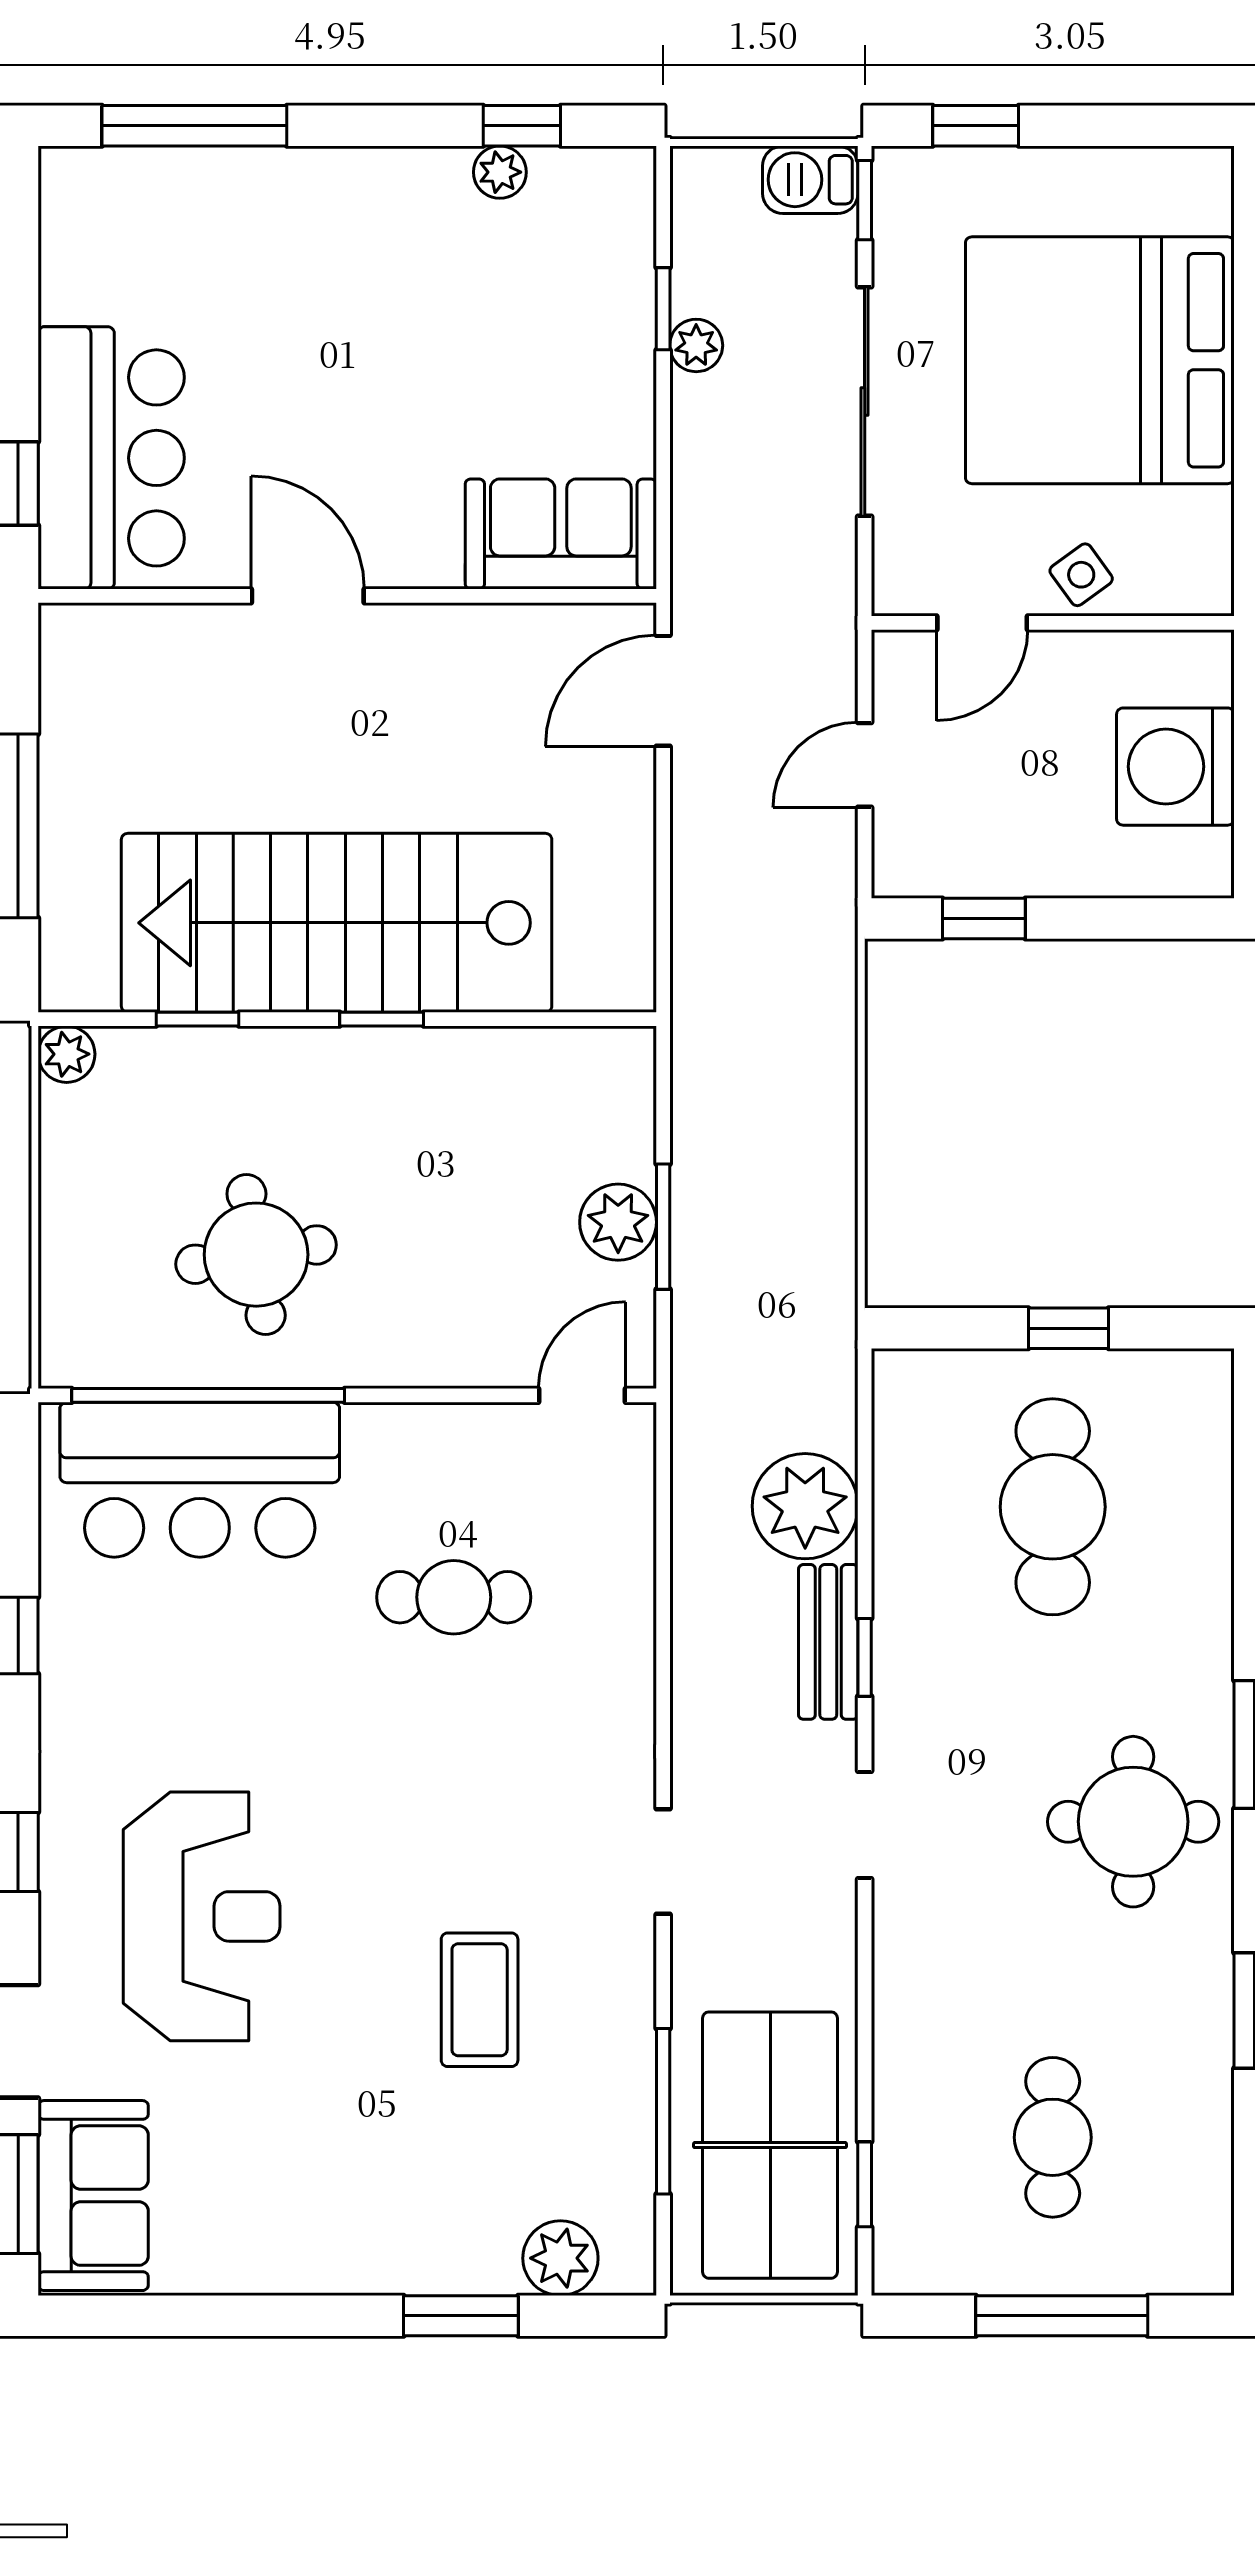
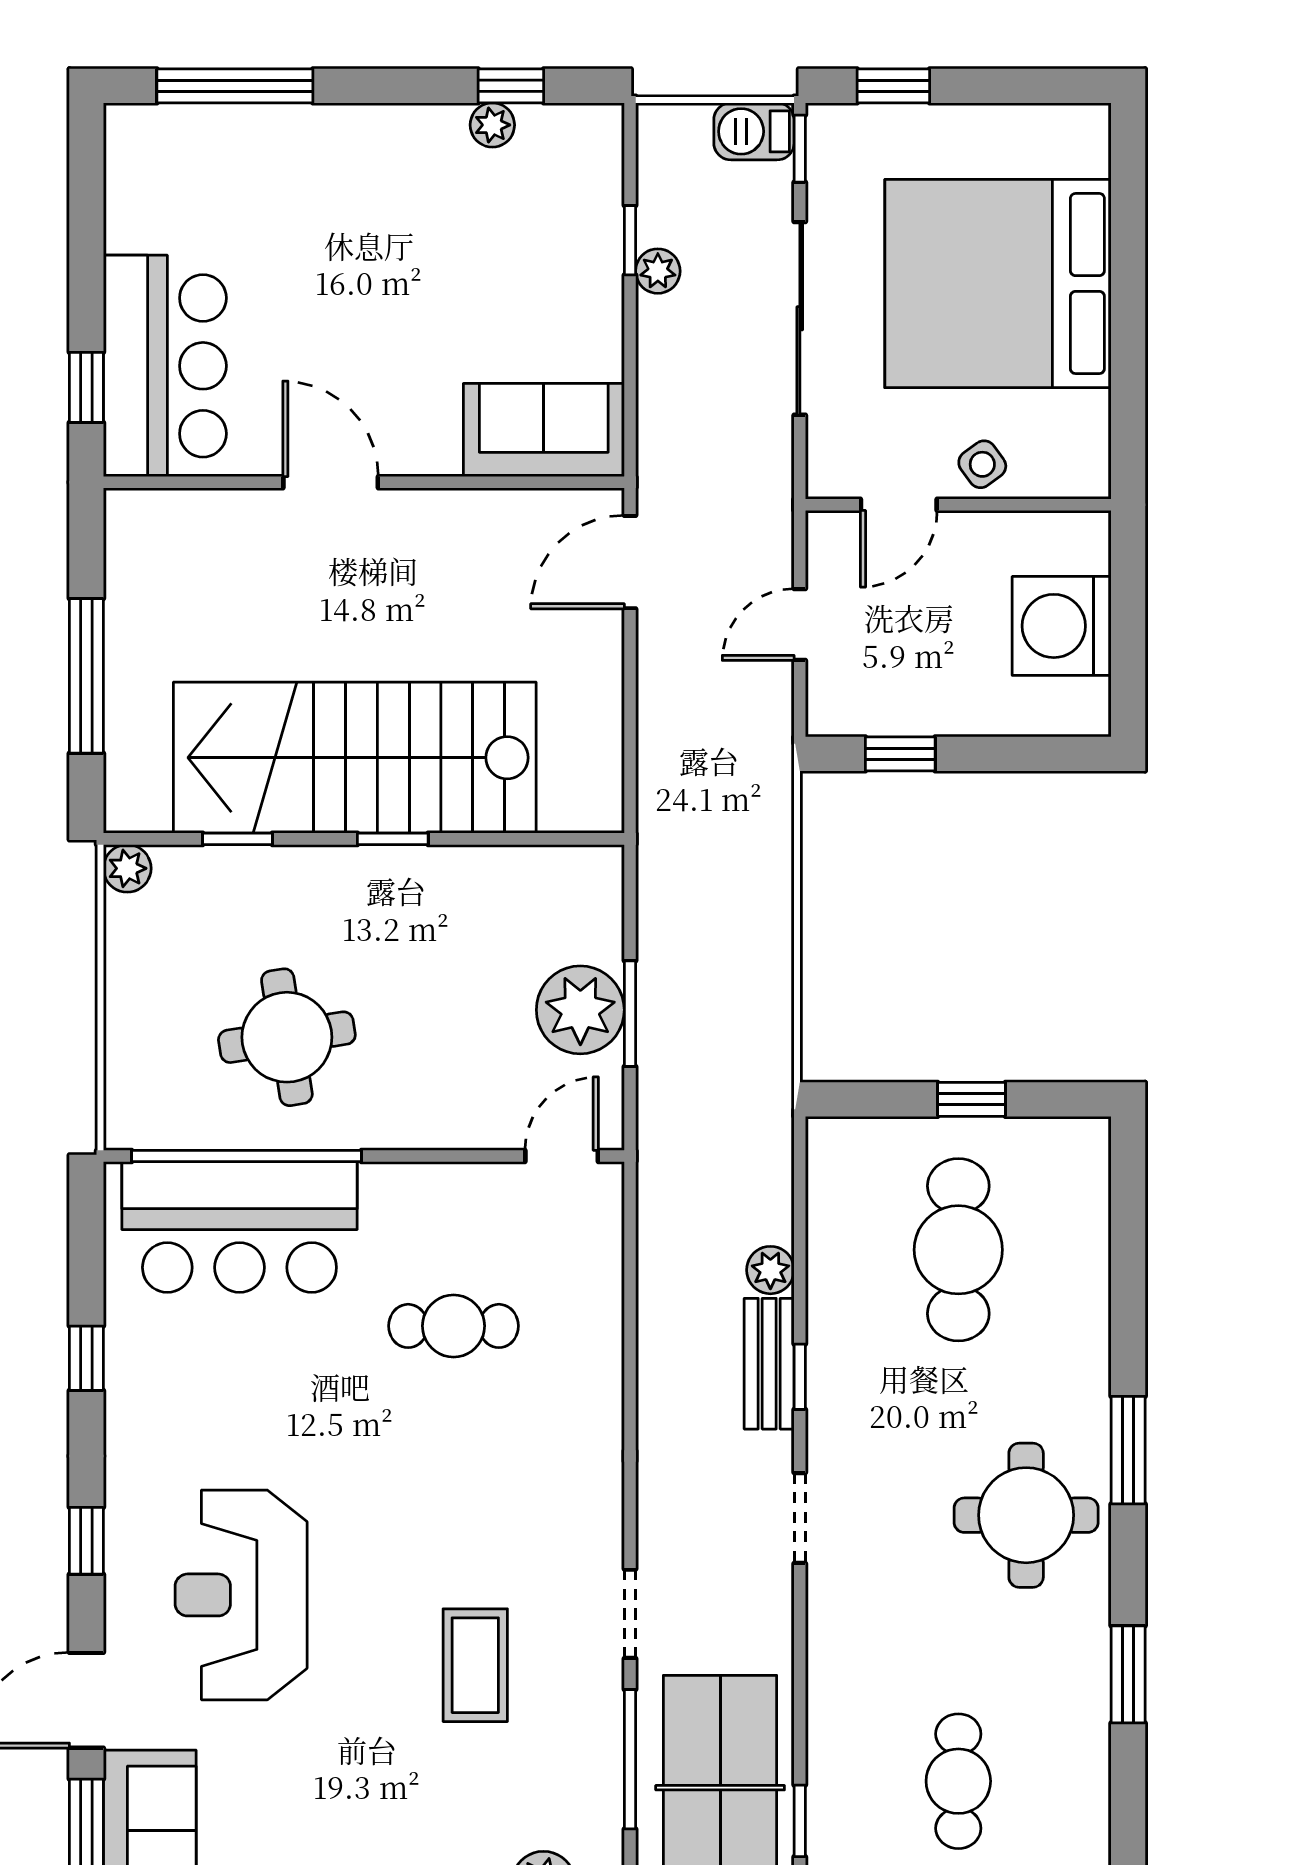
plant: (618, 1222) -> (580, 1010), width x1.36, depth x1.36
plant: (805, 1506) -> (770, 1270), width x0.53, depth x0.53
doorway: (663, 1862) -> (630, 1614), moved
reception desk: (202, 1916) -> (241, 1595), turned 180

